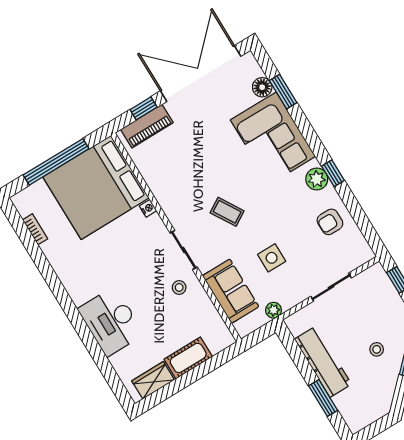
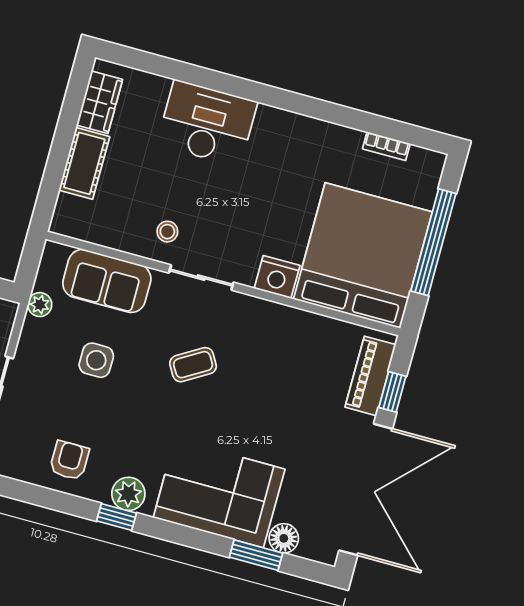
nightstand: (148, 208) -> (277, 277), width x1.89, depth x1.79

